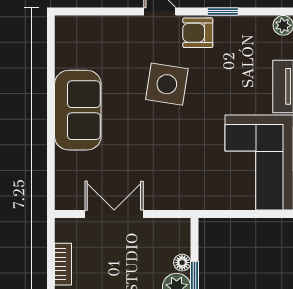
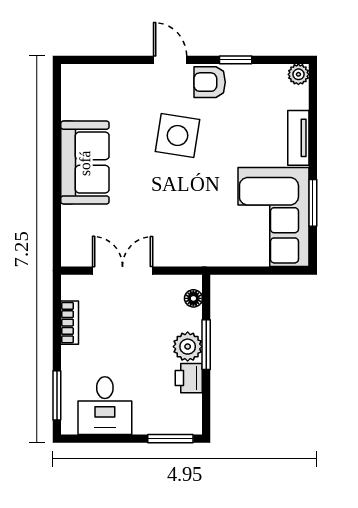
floor lamp: (182, 263) -> (193, 298), moved

